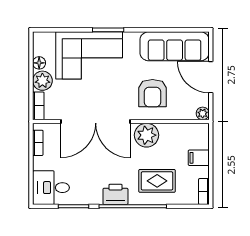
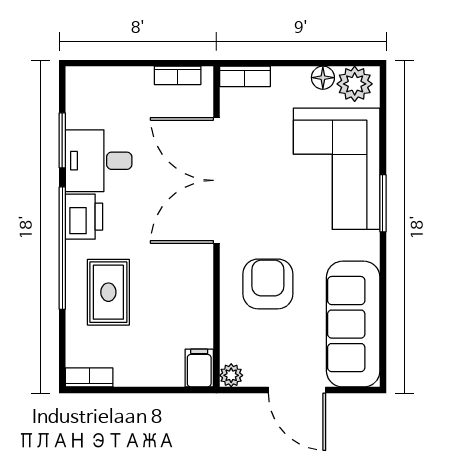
door: (211, 77) -> (297, 390), swing flipped
plant: (42, 81) -> (355, 84), moved
armchair: (152, 93) -> (268, 284), turned 90
plant: (147, 135) -> (191, 273), removed
filing cabinet: (199, 158) -> (199, 368), moved
desk: (51, 188) -> (99, 161), moved, turned -90

